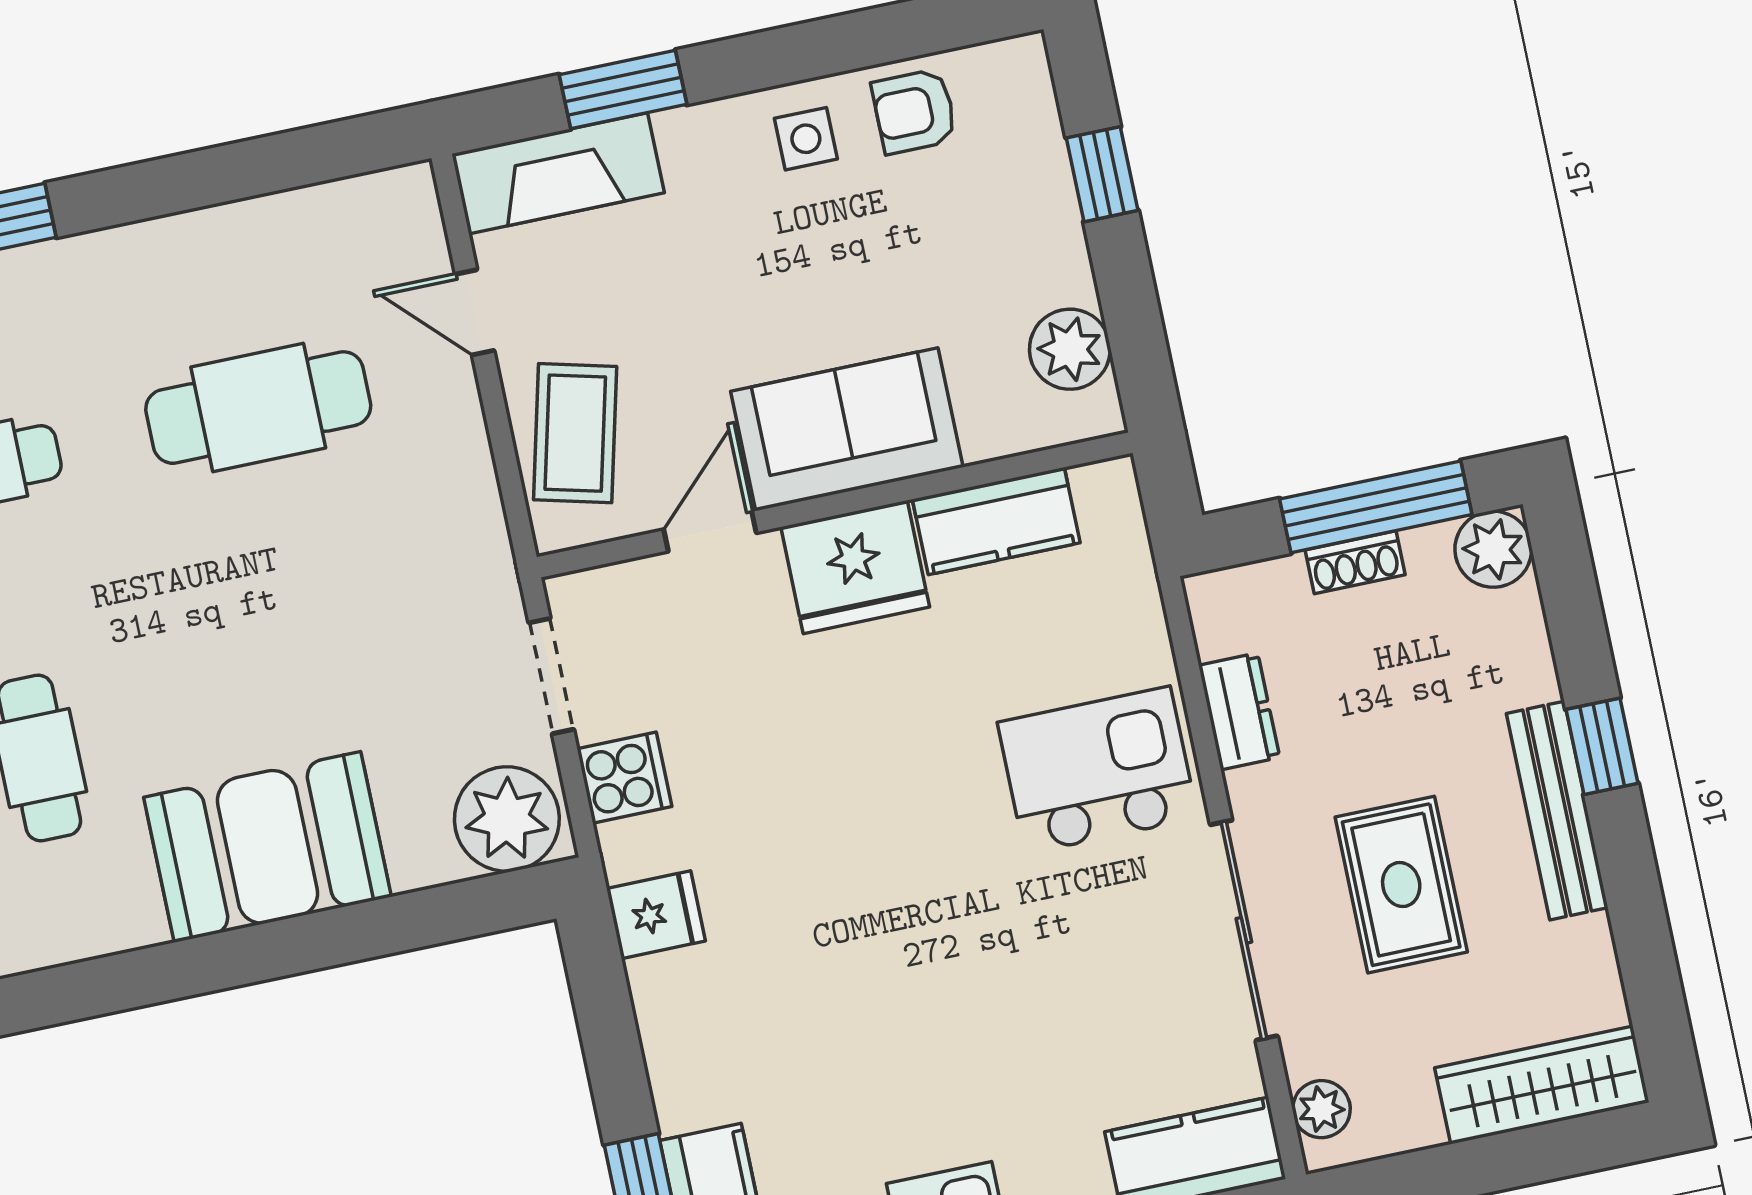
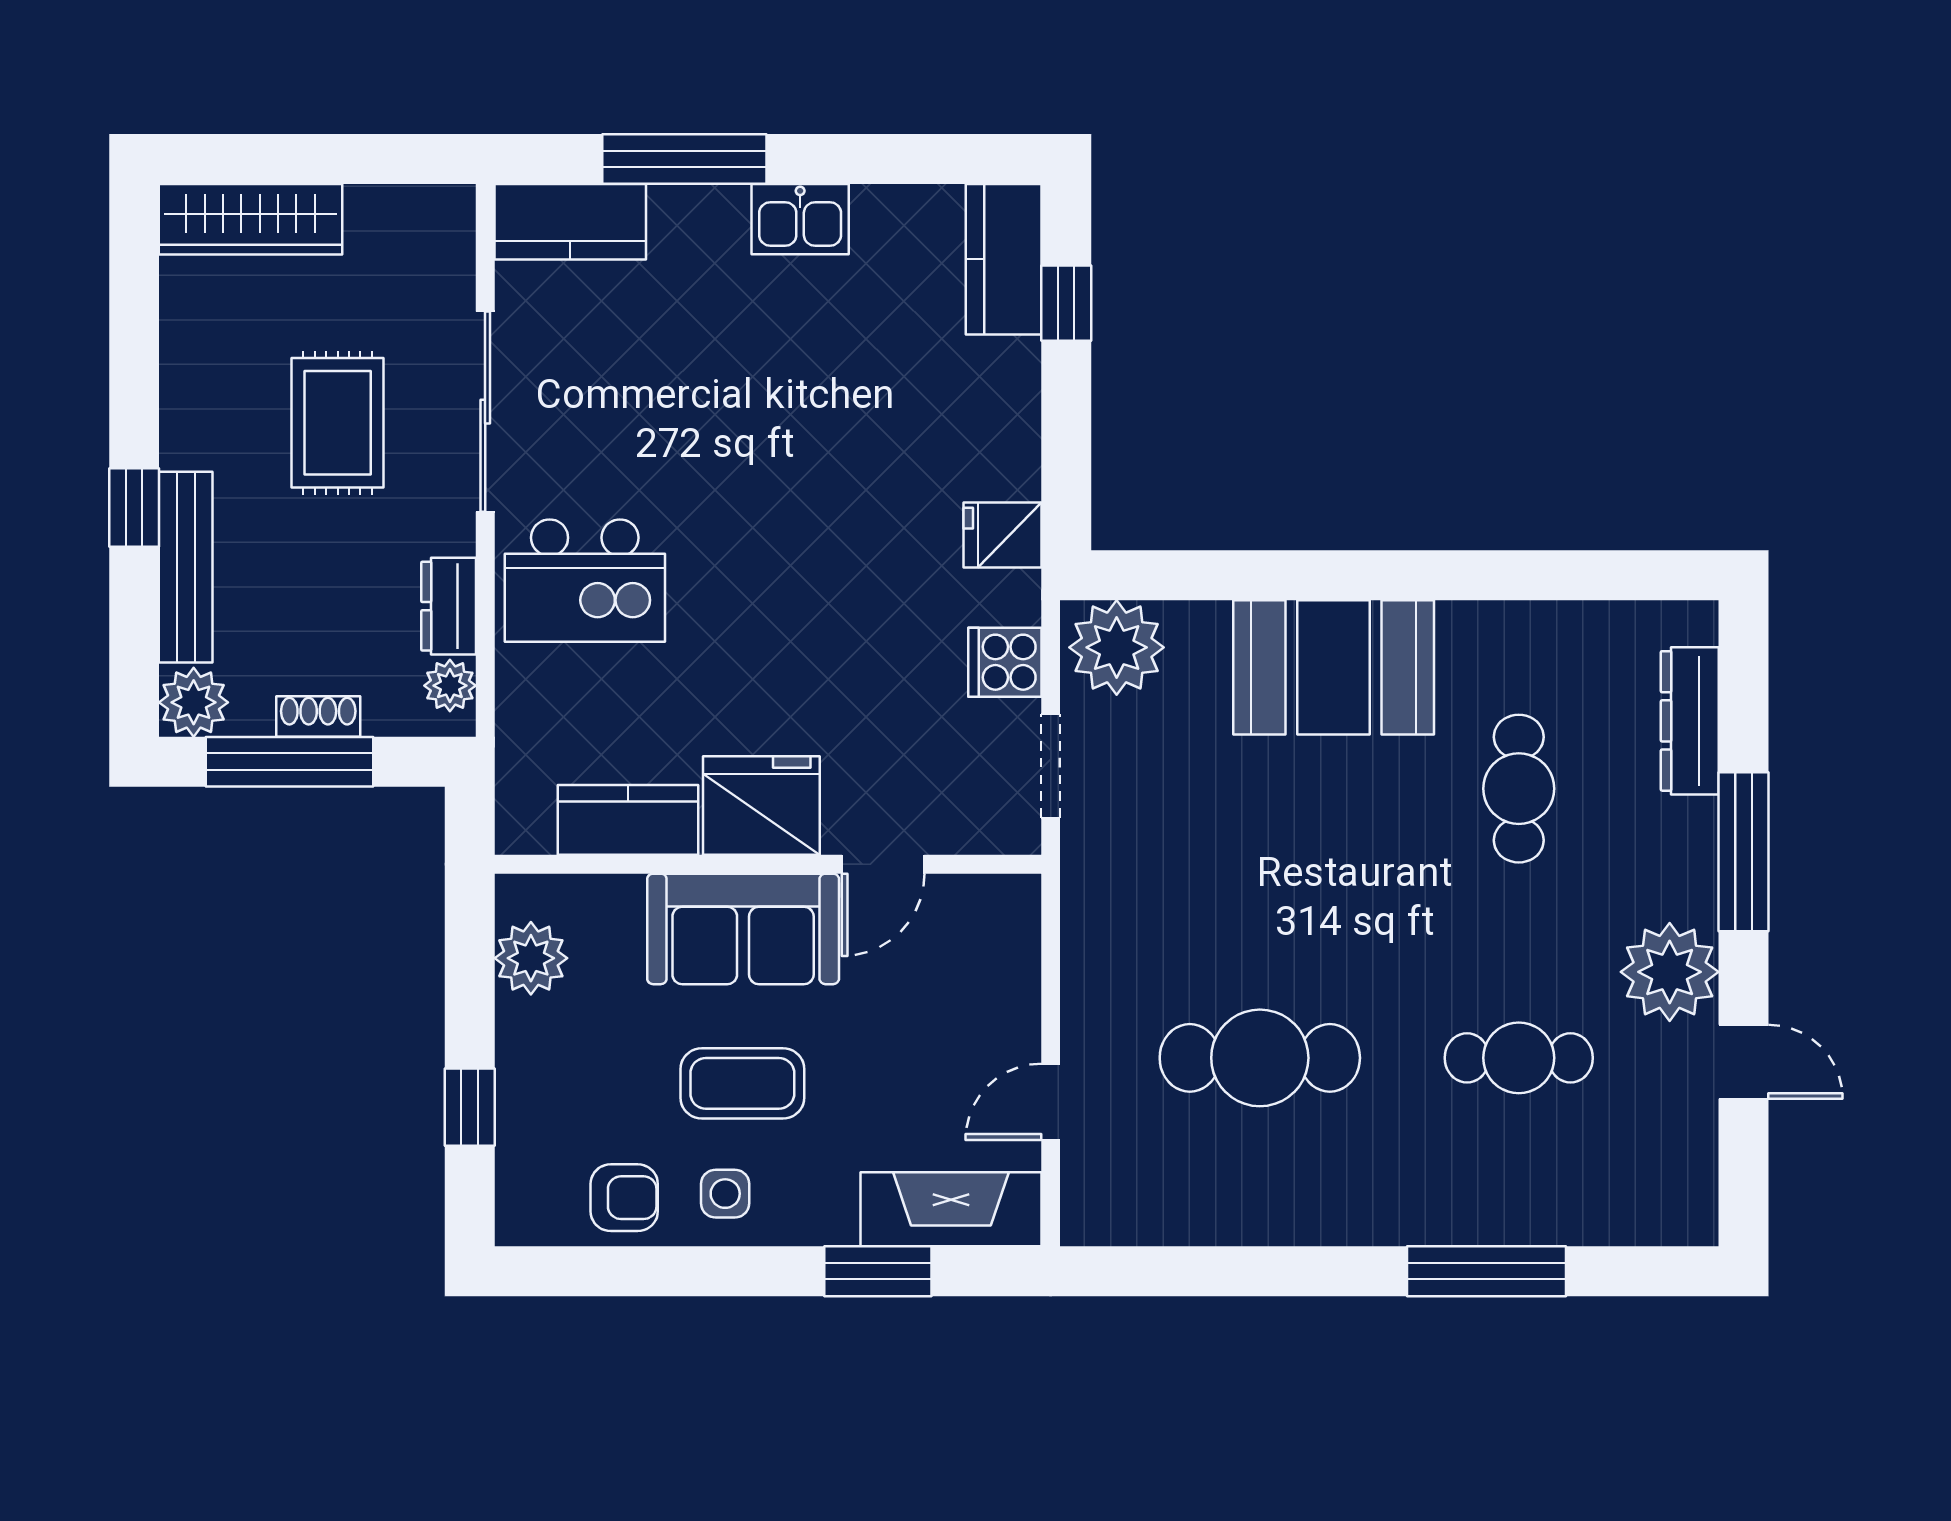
door: (475, 312) -> (1051, 1102), swing flipped
coffee table: (575, 433) -> (742, 1083), moved, turned 76
bench: (1557, 811) -> (186, 567), moved
plant: (1321, 1109) -> (450, 686), moved

